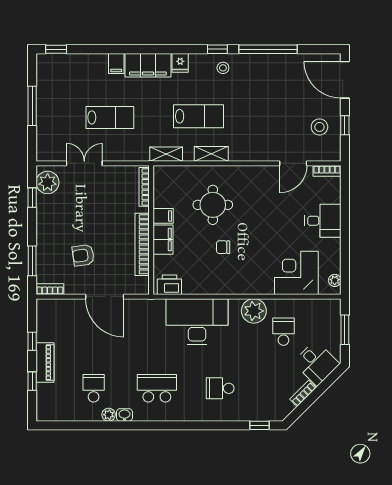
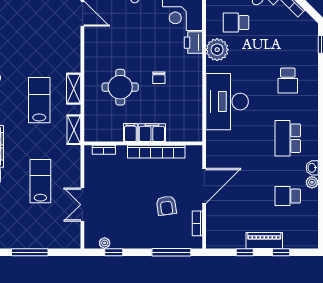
plant: (48, 182) -> (105, 243), width x0.53, depth x0.53
bookcase: (144, 187) -> (104, 150), width x0.64
window: (32, 261) -> (171, 252), width x1.44
printer: (169, 285) -> (193, 43), moved
bookcase: (50, 289) -> (197, 223), moved

